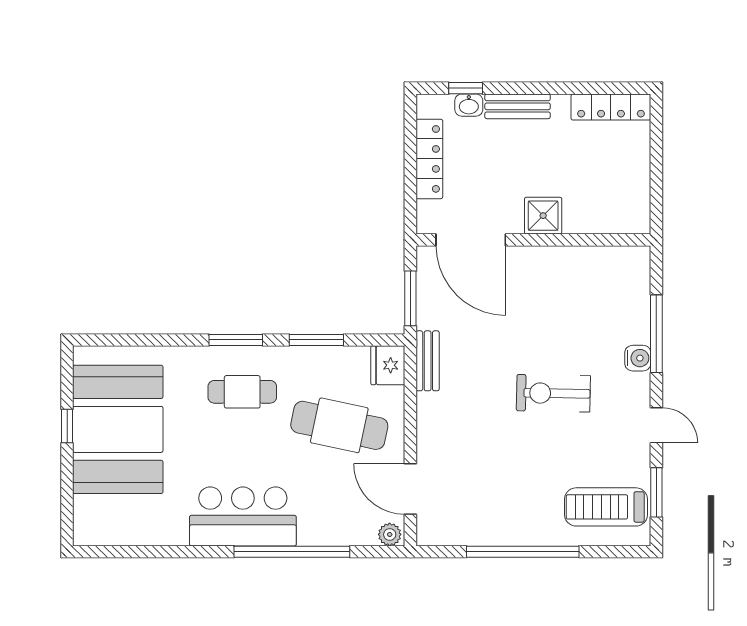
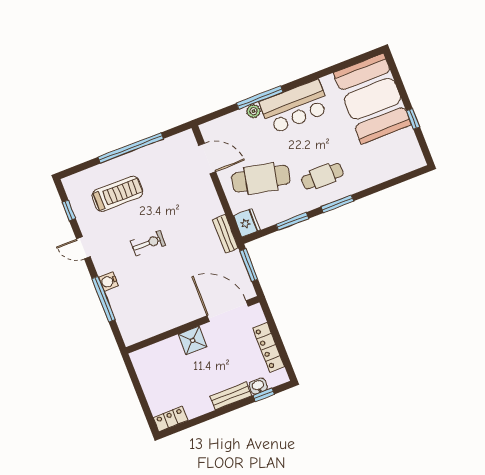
locker: (611, 107) -> (171, 419), width x0.66
exercise bike: (553, 393) -> (148, 243), width x0.73, depth x0.72
booth: (118, 429) -> (372, 99), moved
window: (656, 492) -> (69, 210), width x0.67
treadmill: (606, 507) -> (117, 194), moved
plant: (390, 534) -> (253, 111), moved
window: (292, 552) -> (260, 98), width x0.68

